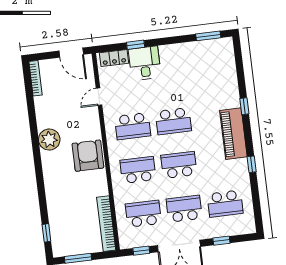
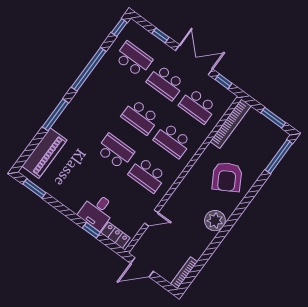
door: (71, 53) -> (142, 267), swing flipped
window: (244, 106) -> (55, 115), width x2.17
school desk: (133, 126) -> (147, 175), turned 180
piano: (233, 134) -> (44, 153), moved
armchair: (88, 156) -> (227, 177), moved, turned -30
window: (252, 164) -> (89, 69), width x3.17
window: (258, 217) -> (119, 28), added
window: (46, 233) -> (279, 157), width x2.17

